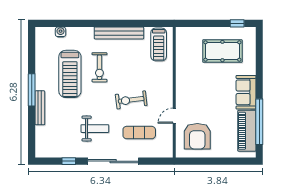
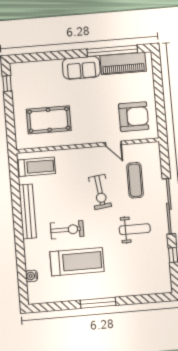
pool table: (222, 51) -> (49, 120), moved, turned 90
bench: (40, 108) -> (117, 292), removed
weight bench: (95, 129) -> (135, 229), turned 90

